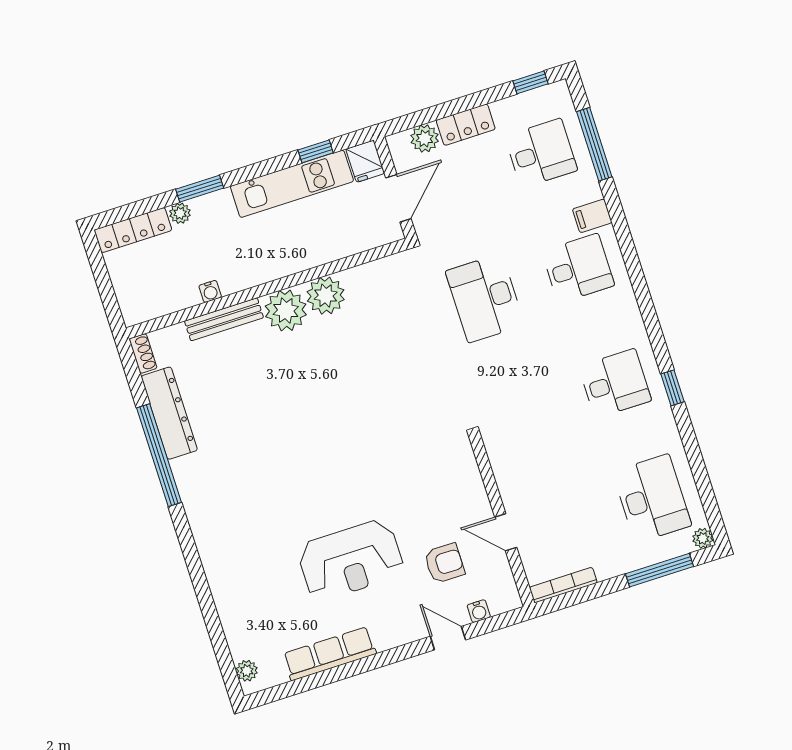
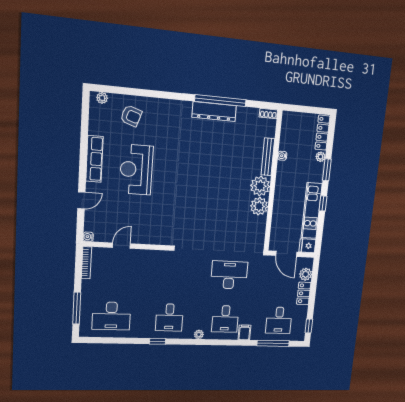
window: (316, 151) -> (323, 203), moved
dresser: (169, 413) -> (214, 112), moved
plant: (703, 538) -> (199, 334), moved
armchair: (444, 563) -> (131, 116), moved, turned -71
water cooler: (479, 611) -> (88, 237), moved
row of seats: (330, 654) -> (94, 159), moved

